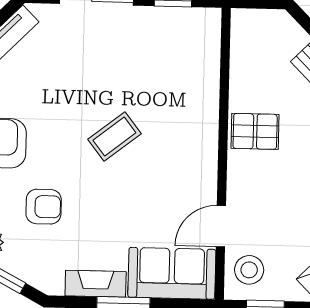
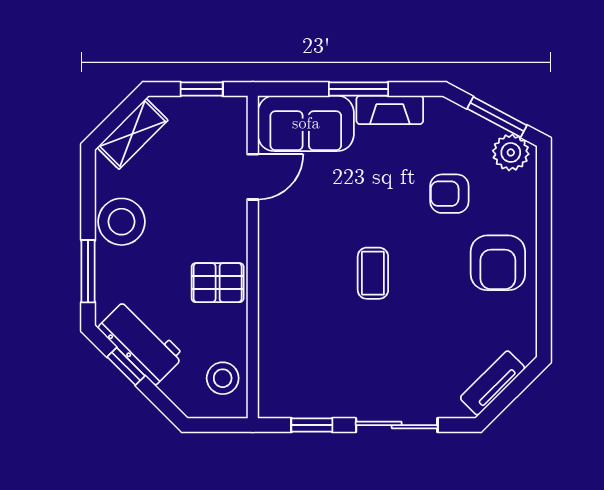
coffee table: (114, 136) -> (373, 273), turned -52
stool: (249, 270) -> (223, 378), moved

